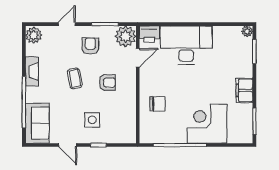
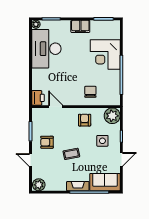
plant: (126, 36) -> (112, 116), moved
desk: (186, 45) -> (46, 49), moved
fireplace: (32, 71) -> (78, 186), moved
armchair: (107, 83) -> (85, 120), moved

